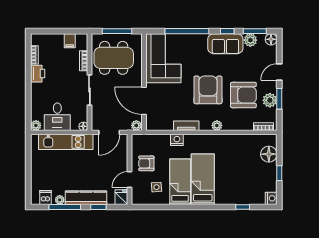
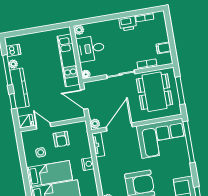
window: (187, 31) -> (189, 142), moved
tv unit: (186, 126) -> (98, 145), moved
armchair: (146, 163) -> (61, 139), turned 180

